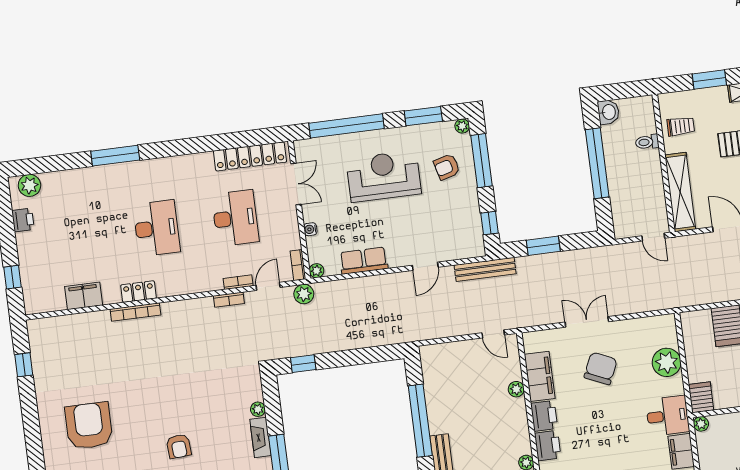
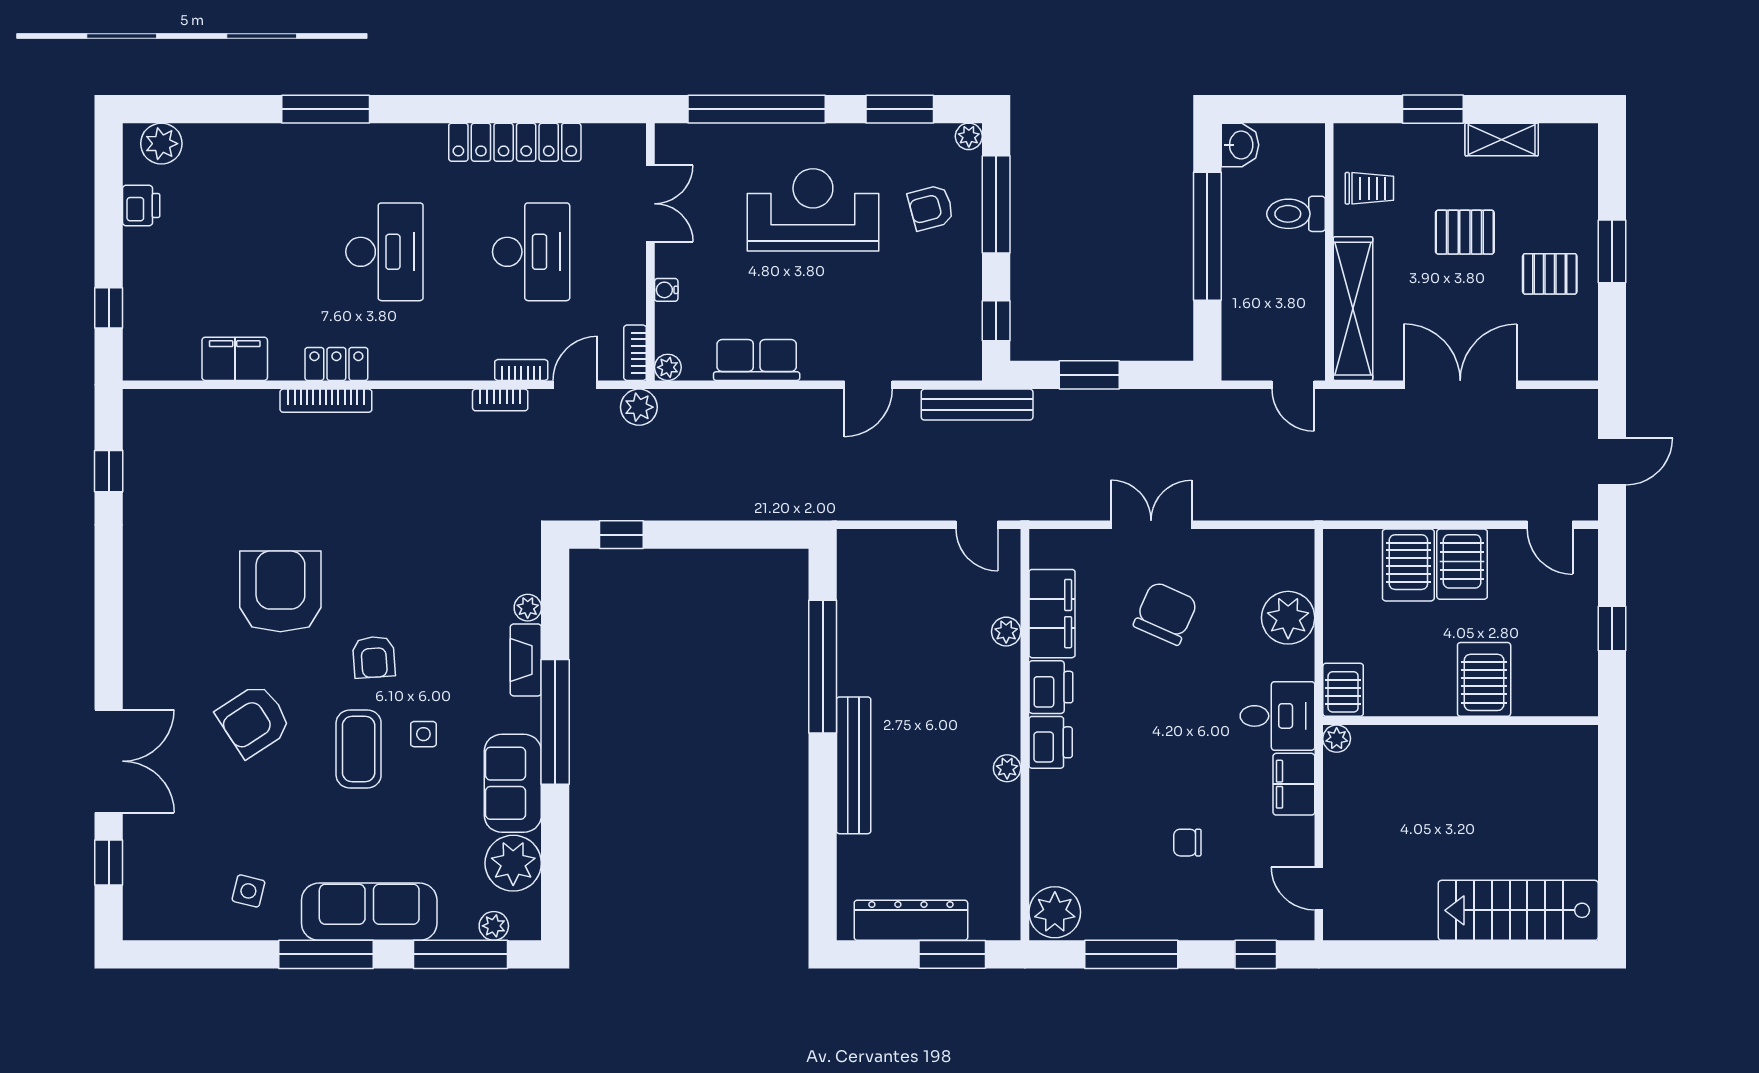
toilet: (647, 142) -> (1296, 214), width x1.37, depth x1.39
locker: (250, 156) -> (515, 142), moved
armchair: (89, 426) -> (280, 591), moved

